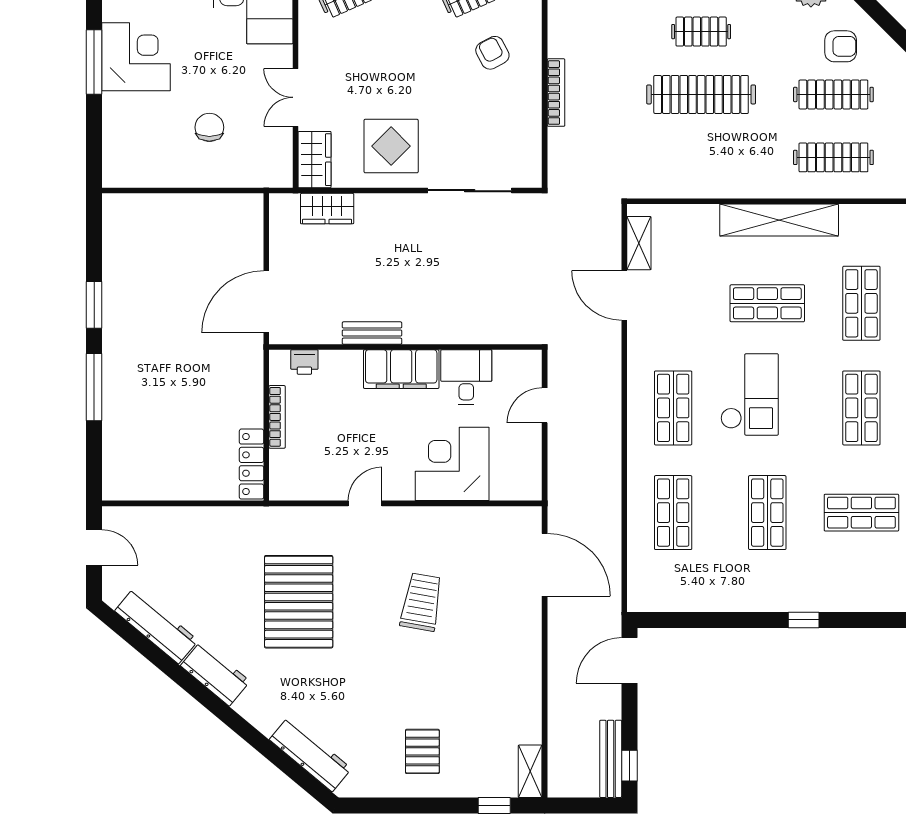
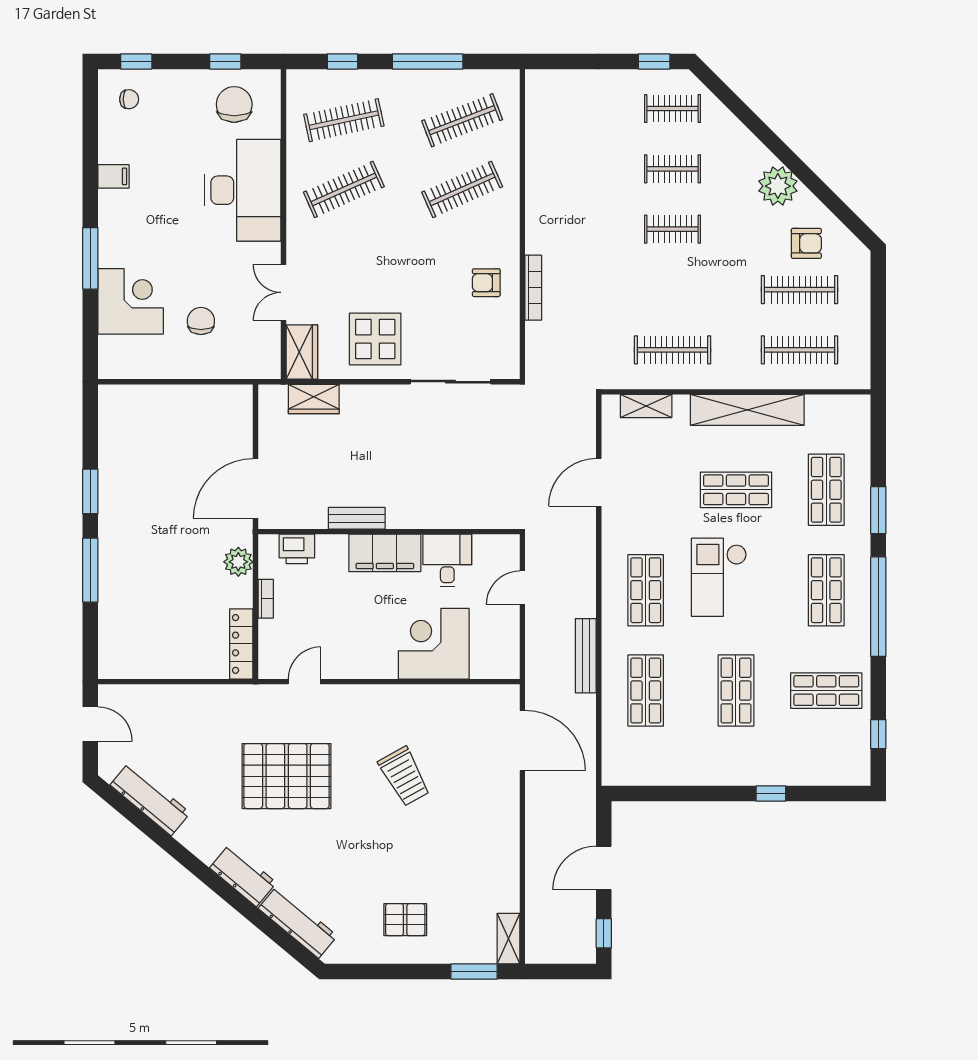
armchair: (492, 53) -> (486, 283), moved, turned -62
corner desk: (136, 57) -> (131, 301), moved
clothes rail: (701, 94) -> (673, 350), moved, width x0.73, depth x0.76
shelving: (639, 243) -> (646, 406), moved, turned 90
door: (624, 295) -> (599, 482), hinge flipped
printer: (304, 362) -> (297, 549), width x1.36, depth x1.24
plant: (248, 378) -> (238, 562), added
checkout: (750, 394) -> (719, 577), turned 180
bookcase: (277, 417) -> (266, 599), width x0.64
door: (365, 503) -> (305, 682), moved
pallet: (299, 602) -> (287, 776), turned 90
trolley: (421, 602) -> (404, 776), turned 141
door: (629, 660) -> (604, 868), moved
workbench: (215, 673) -> (243, 875), moved
pallet: (422, 751) -> (405, 920), turned 90
bench: (611, 759) -> (586, 656), moved
window: (494, 806) -> (474, 971), width x1.50

